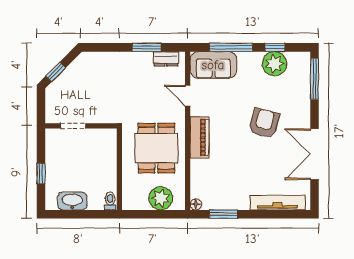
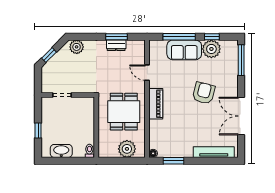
dresser: (166, 59) -> (116, 45), moved
plant: (93, 61) -> (77, 47), added
sofa: (213, 65) -> (184, 50), moved

